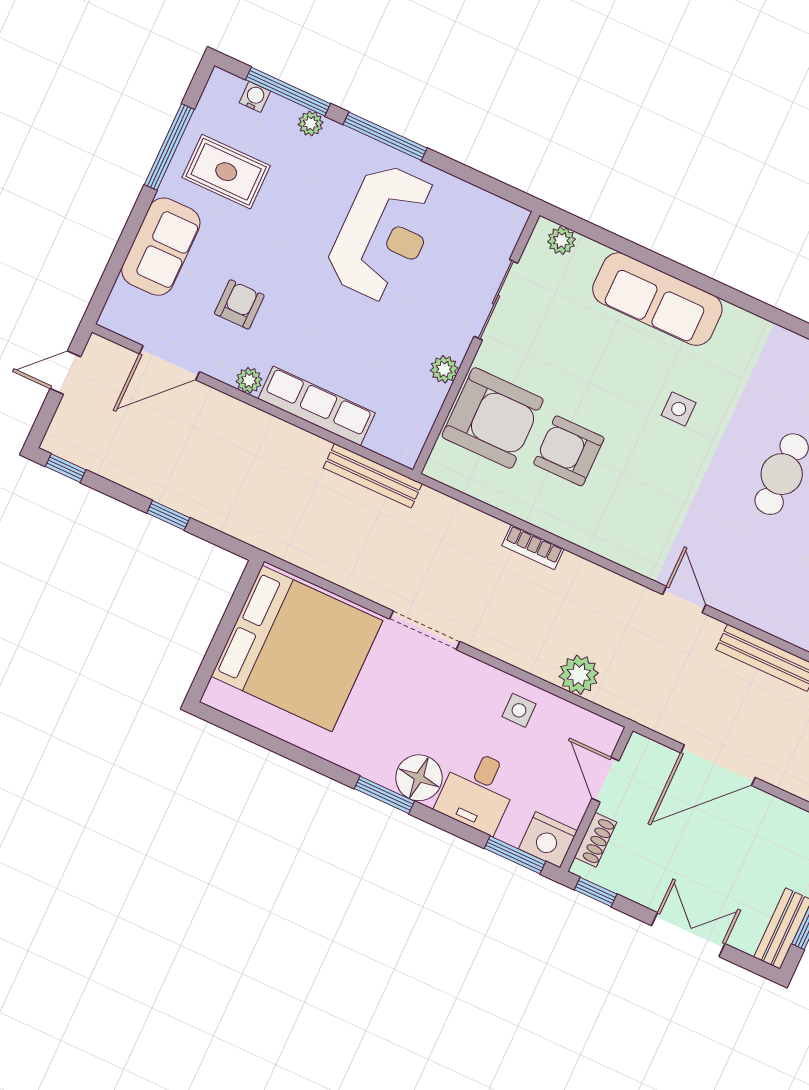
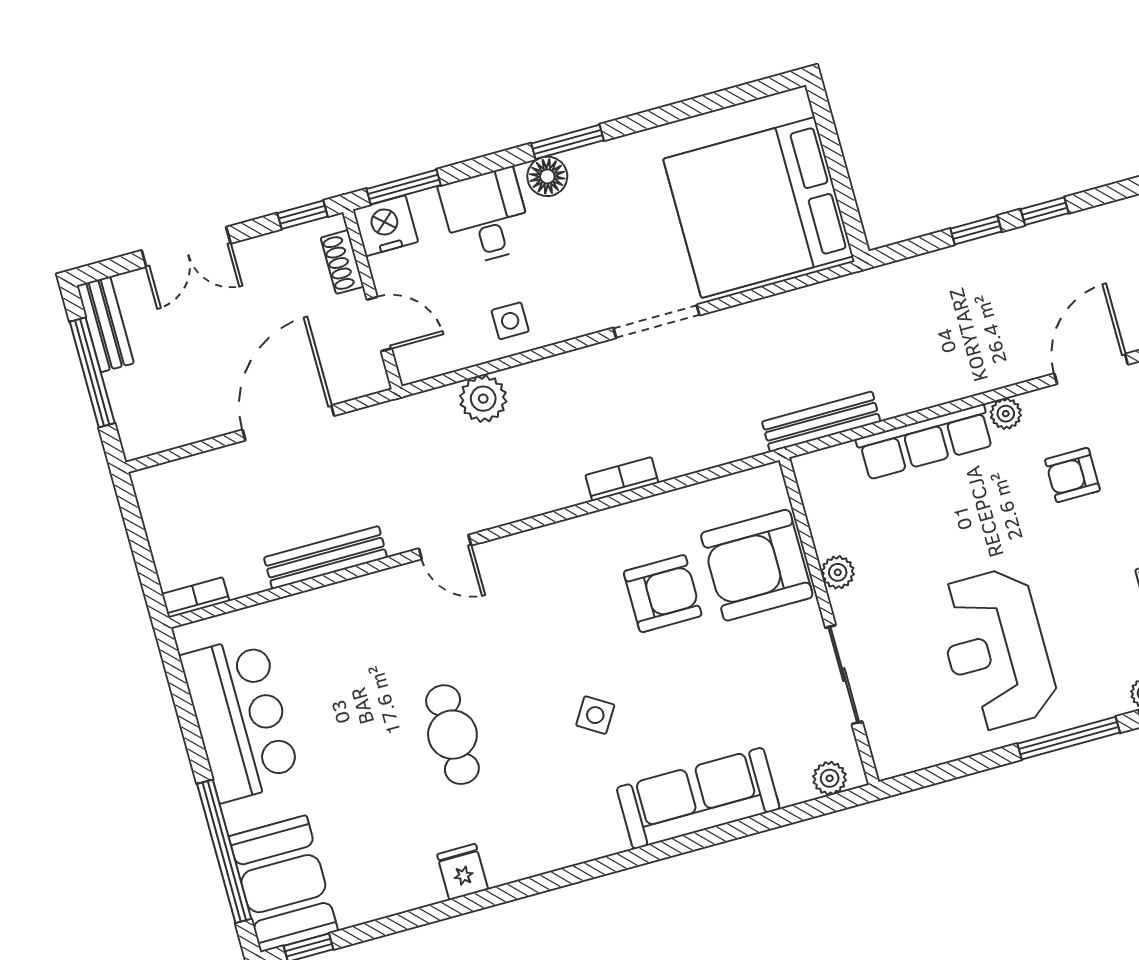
armchair: (239, 304) -> (1072, 475), turned 90
side table: (679, 409) -> (595, 715), turned 32
window: (66, 468) -> (1045, 211), moved
floor lamp: (419, 778) -> (547, 176), width x0.73, depth x0.73

